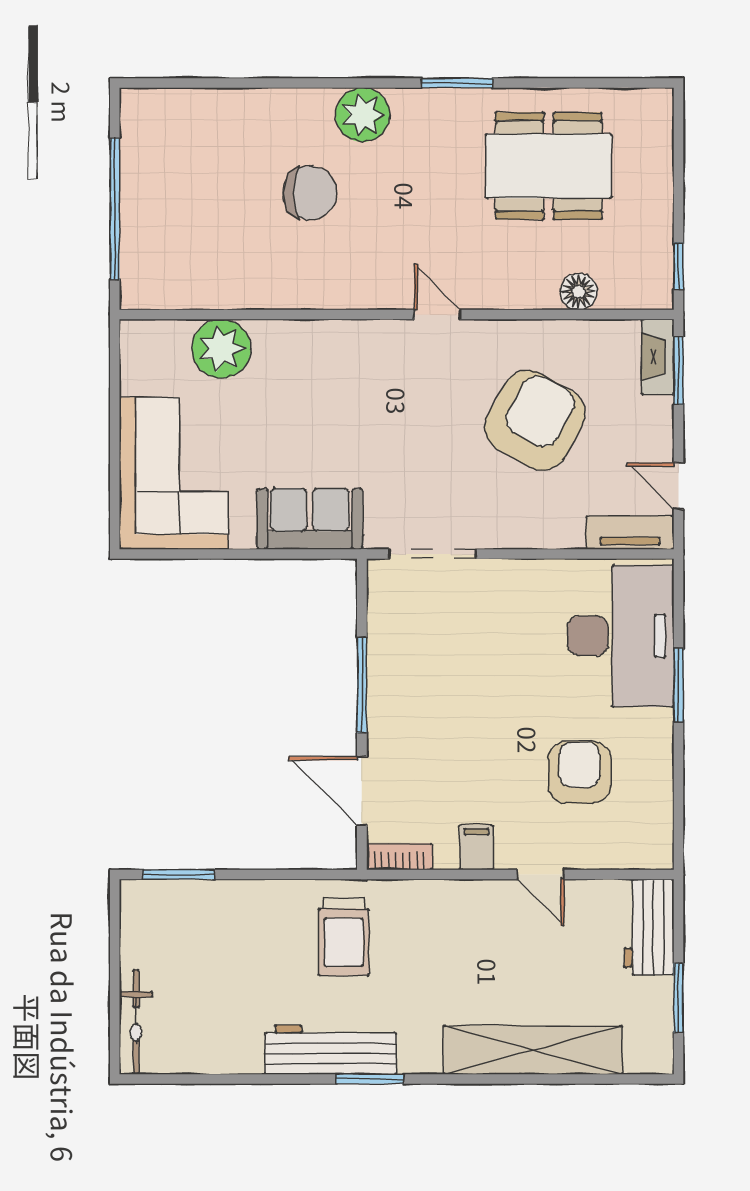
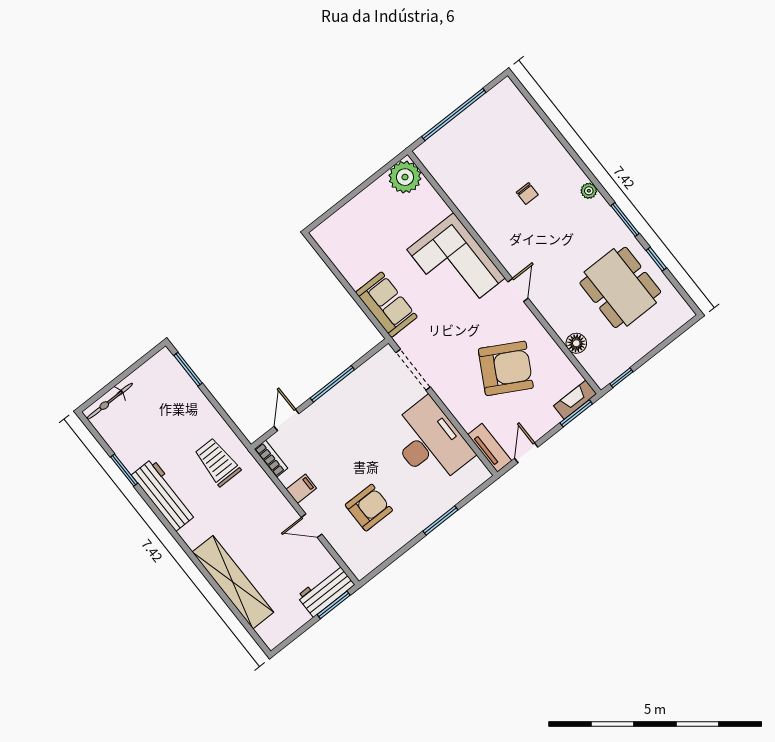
window: (549, 83) -> (656, 259), added
plant: (363, 115) -> (589, 191), width x0.53, depth x0.53
chair: (310, 193) -> (527, 193), width x0.54, depth x0.54
plant: (221, 349) -> (405, 177), moved
corner sofa: (174, 473) -> (456, 264), moved, turned 90
desk: (621, 636) -> (430, 442), moved, turned -90
door: (362, 791) -> (287, 420), width x0.73
door: (541, 874) -> (312, 526), hinge flipped
trolley: (344, 937) -> (217, 462), turned 90
window: (678, 998) -> (334, 605), moved
window: (370, 1079) -> (124, 470), moved

